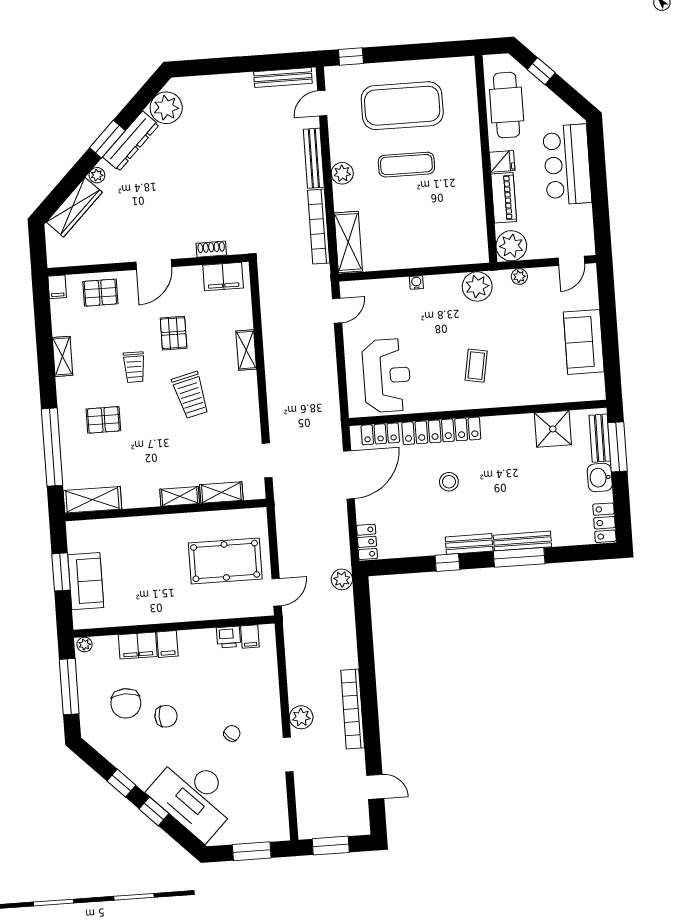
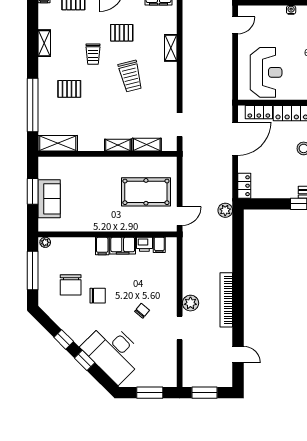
pallet: (174, 333) -> (122, 33), turned 90
filing cabinet: (138, 646) -> (123, 246), moved

